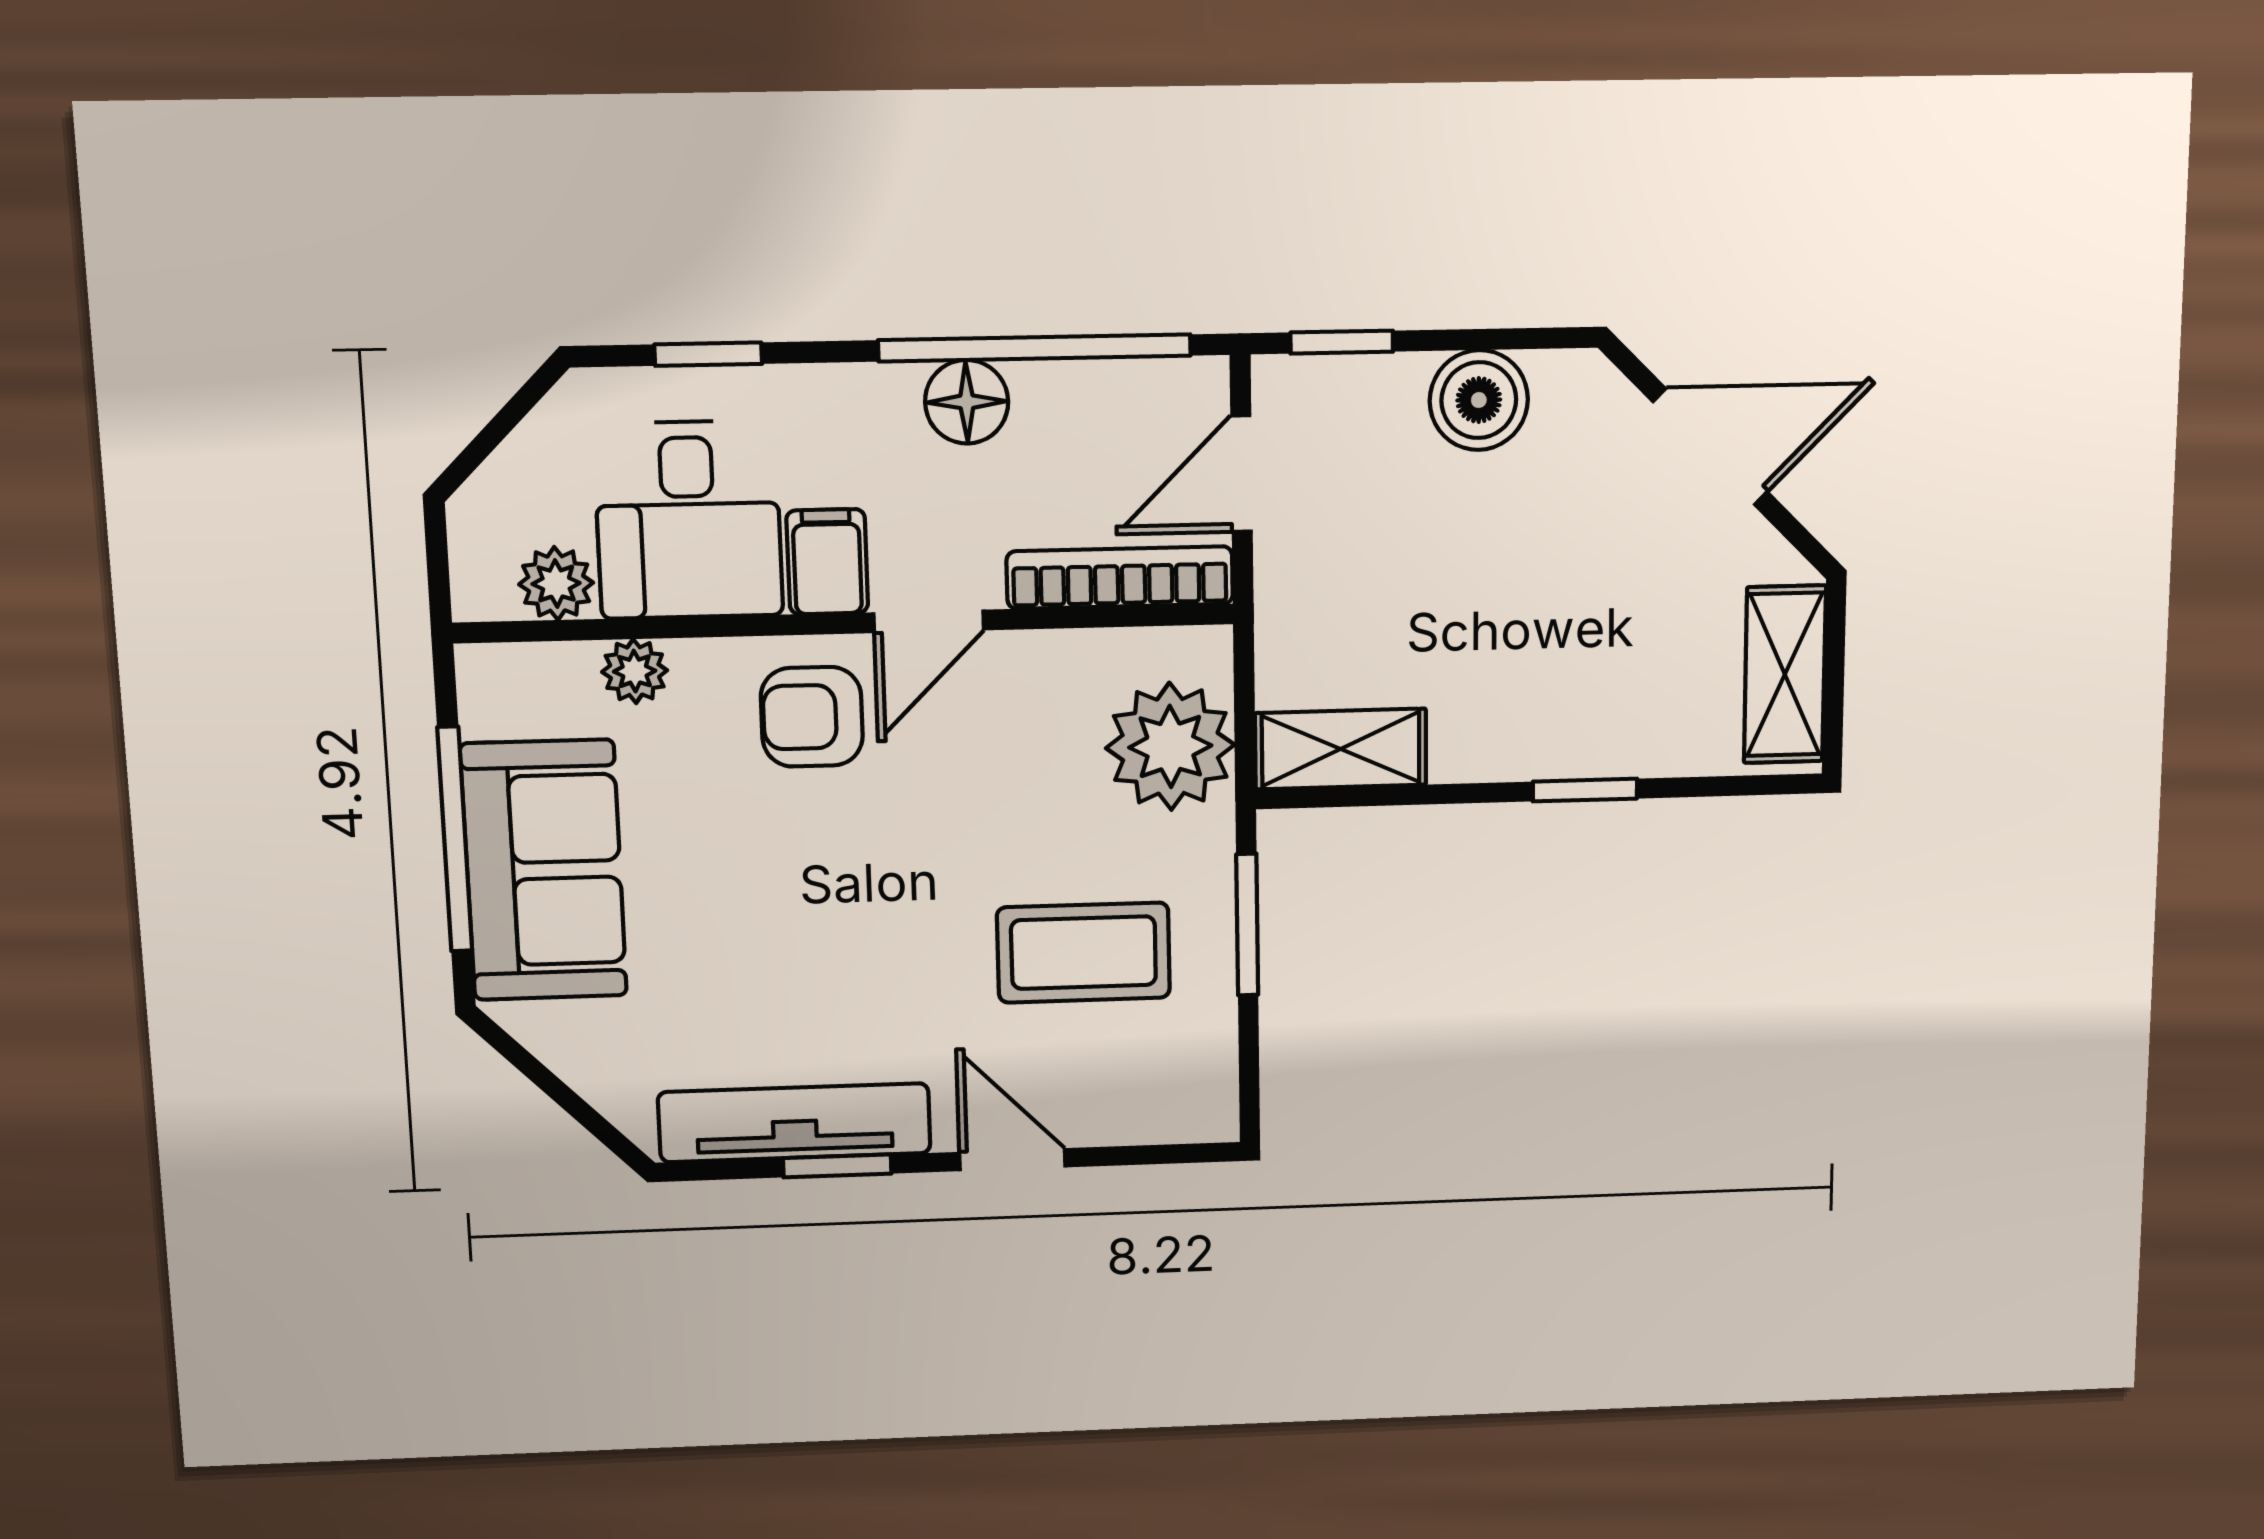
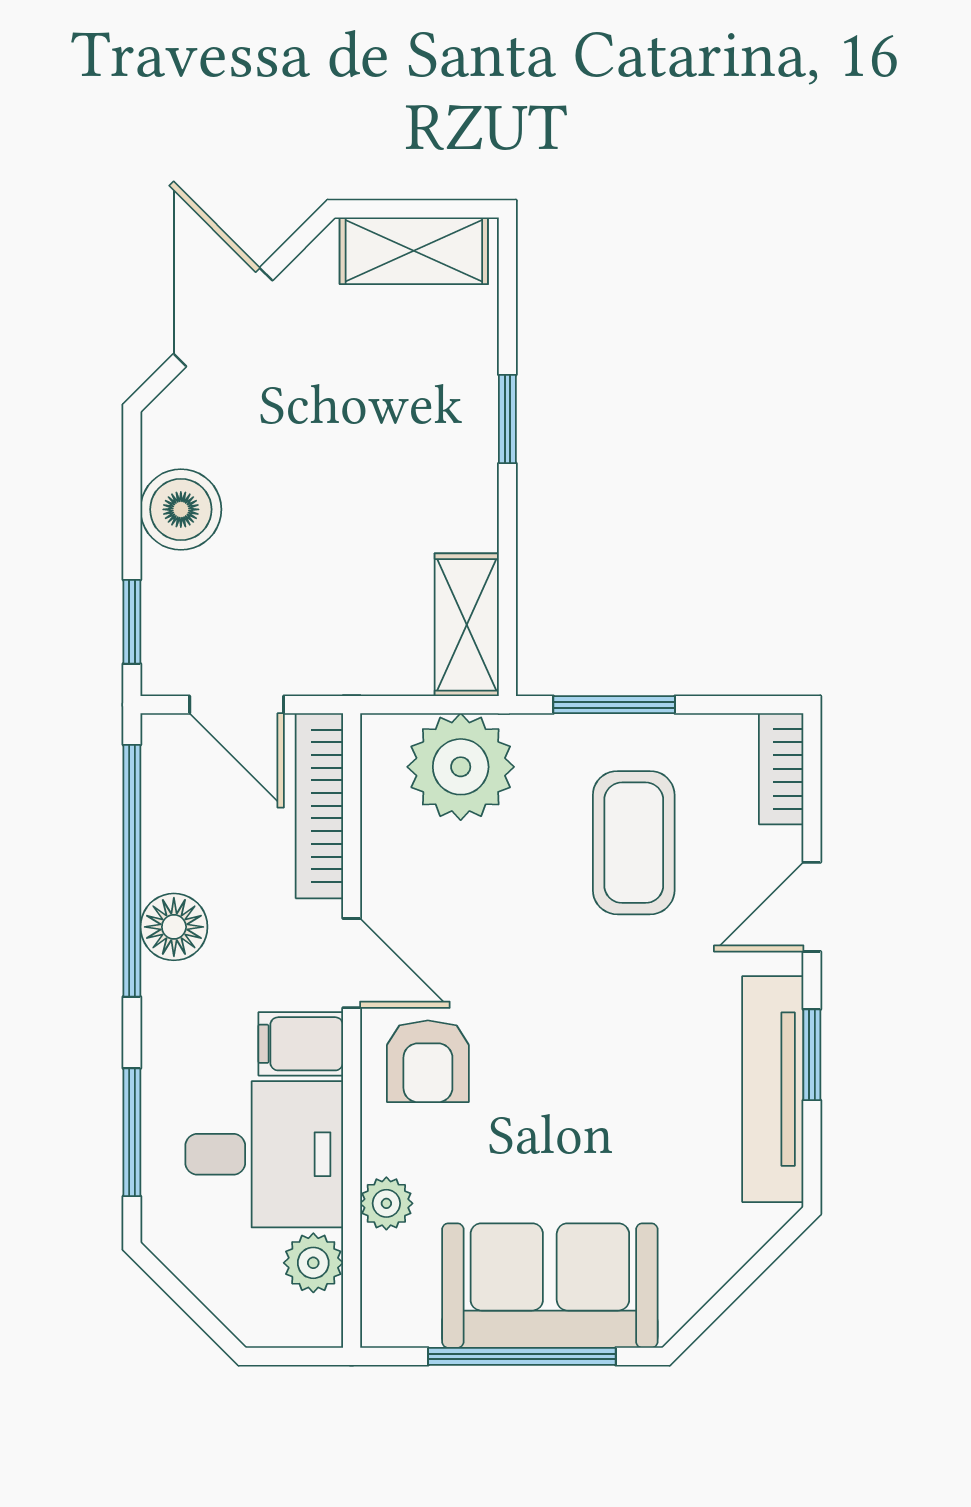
window: (708, 354) -> (132, 1132), width x1.50
bookcase: (1174, 1119) -> (781, 769), added

